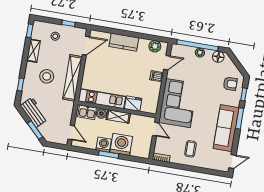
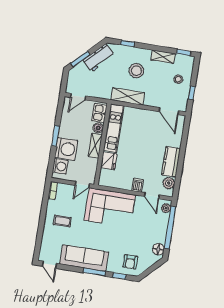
kitchen counter: (124, 42) -> (171, 162), moved
plant: (200, 53) -> (166, 208), moved
shelving: (72, 78) -> (128, 96), width x0.68
washing machine: (104, 145) -> (60, 166), moved

